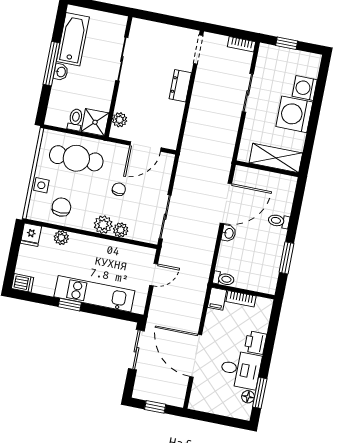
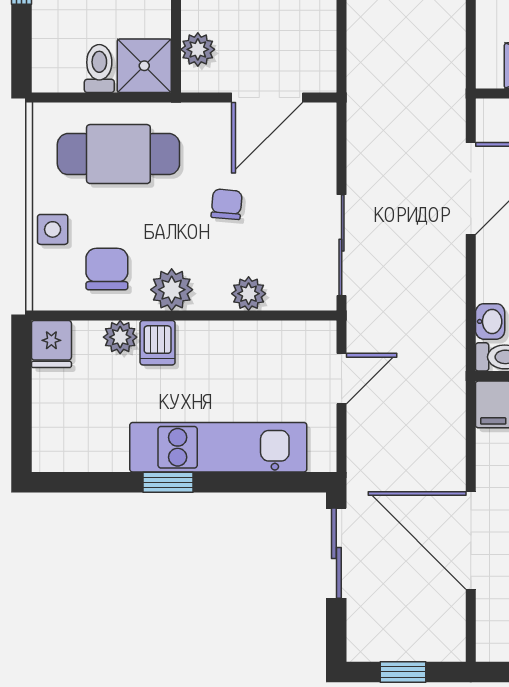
plant: (103, 225) -> (172, 290), moved
washbasin: (229, 233) -> (490, 321), moved
dishwasher: (23, 283) -> (158, 343), moved, turned 90

